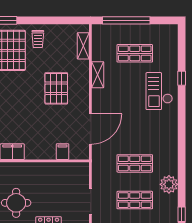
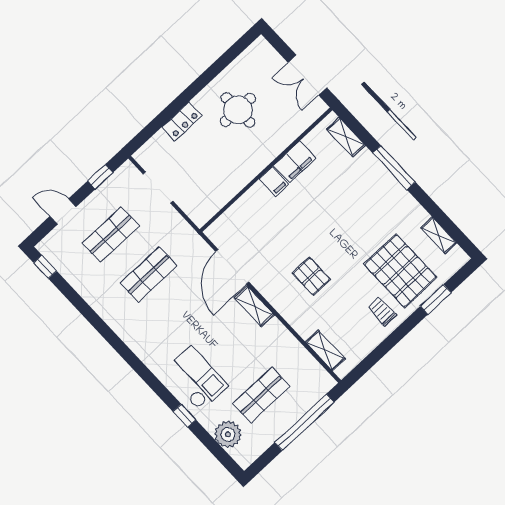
shelving: (98, 75) -> (254, 306), moved
pallet: (56, 88) -> (311, 276), width x0.67, depth x0.71
filing cabinet: (63, 152) -> (274, 181), moved
plant: (169, 184) -> (228, 434), moved

